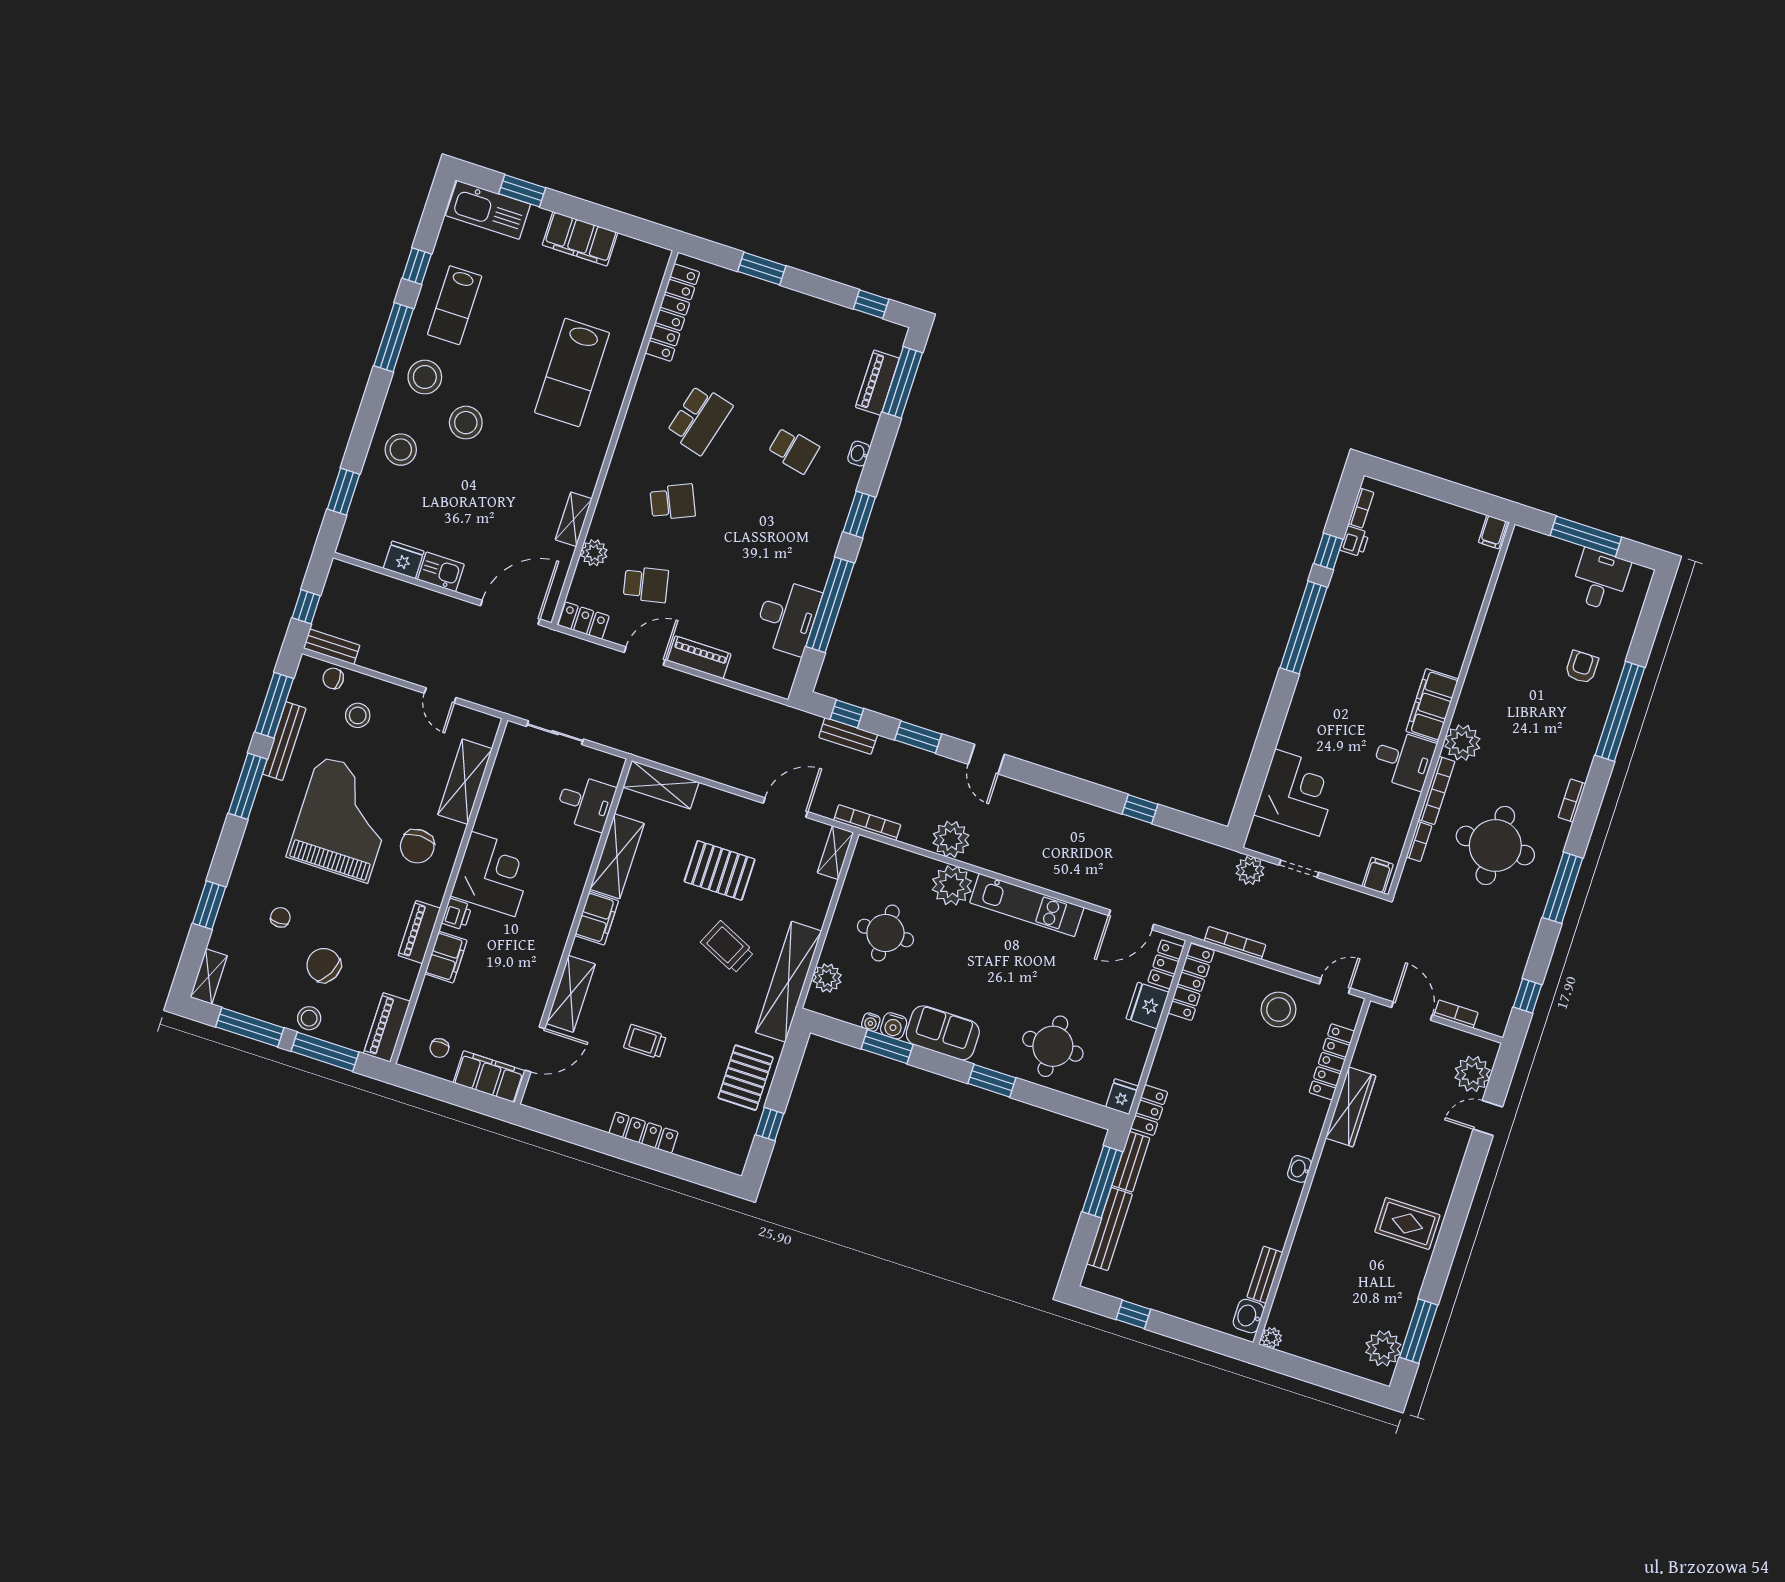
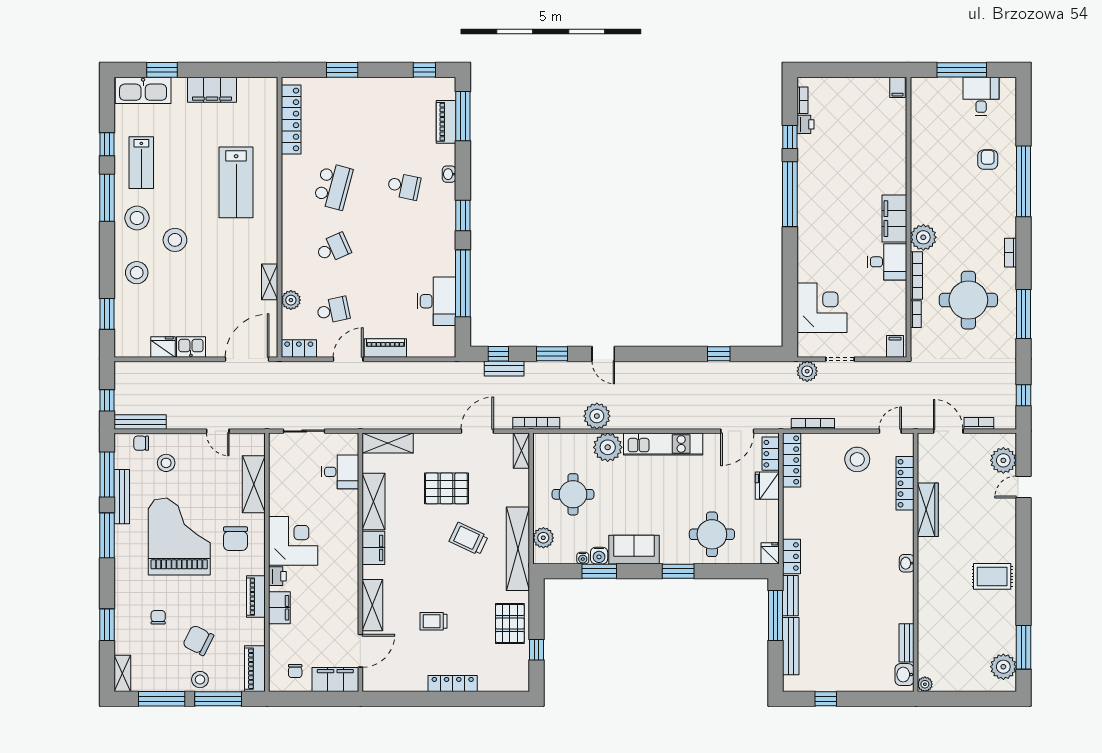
bench: (332, 647) -> (140, 422), width x1.36

